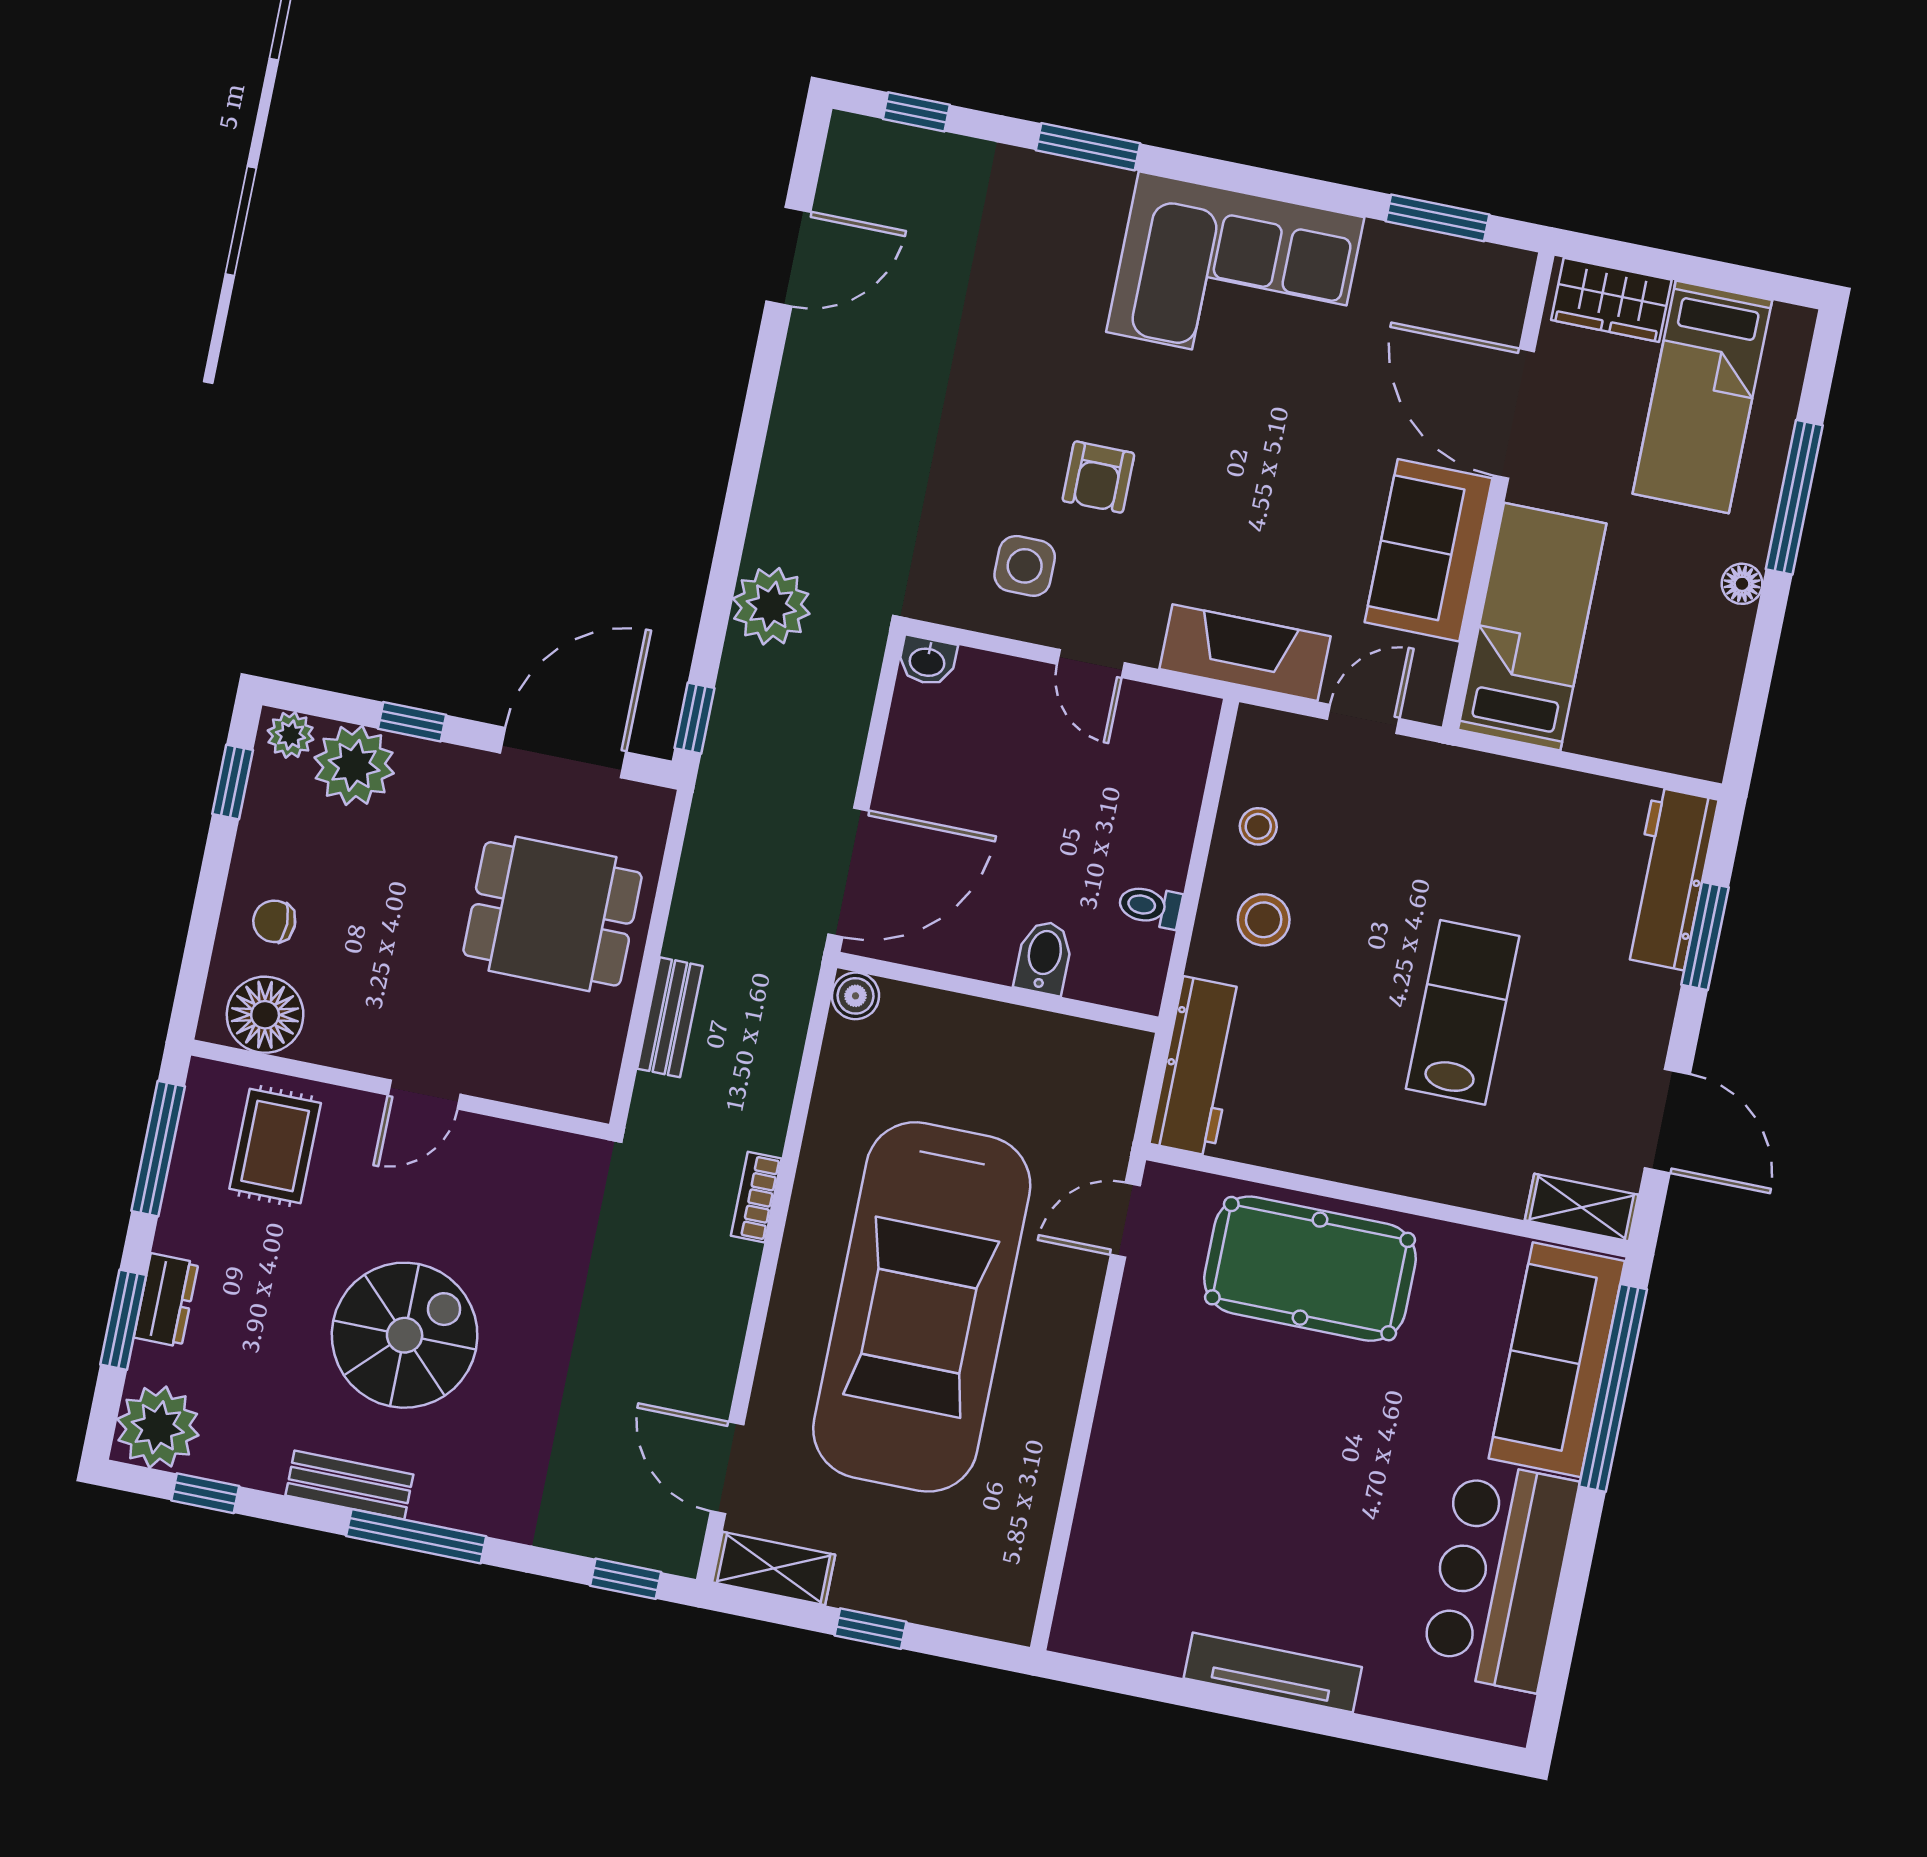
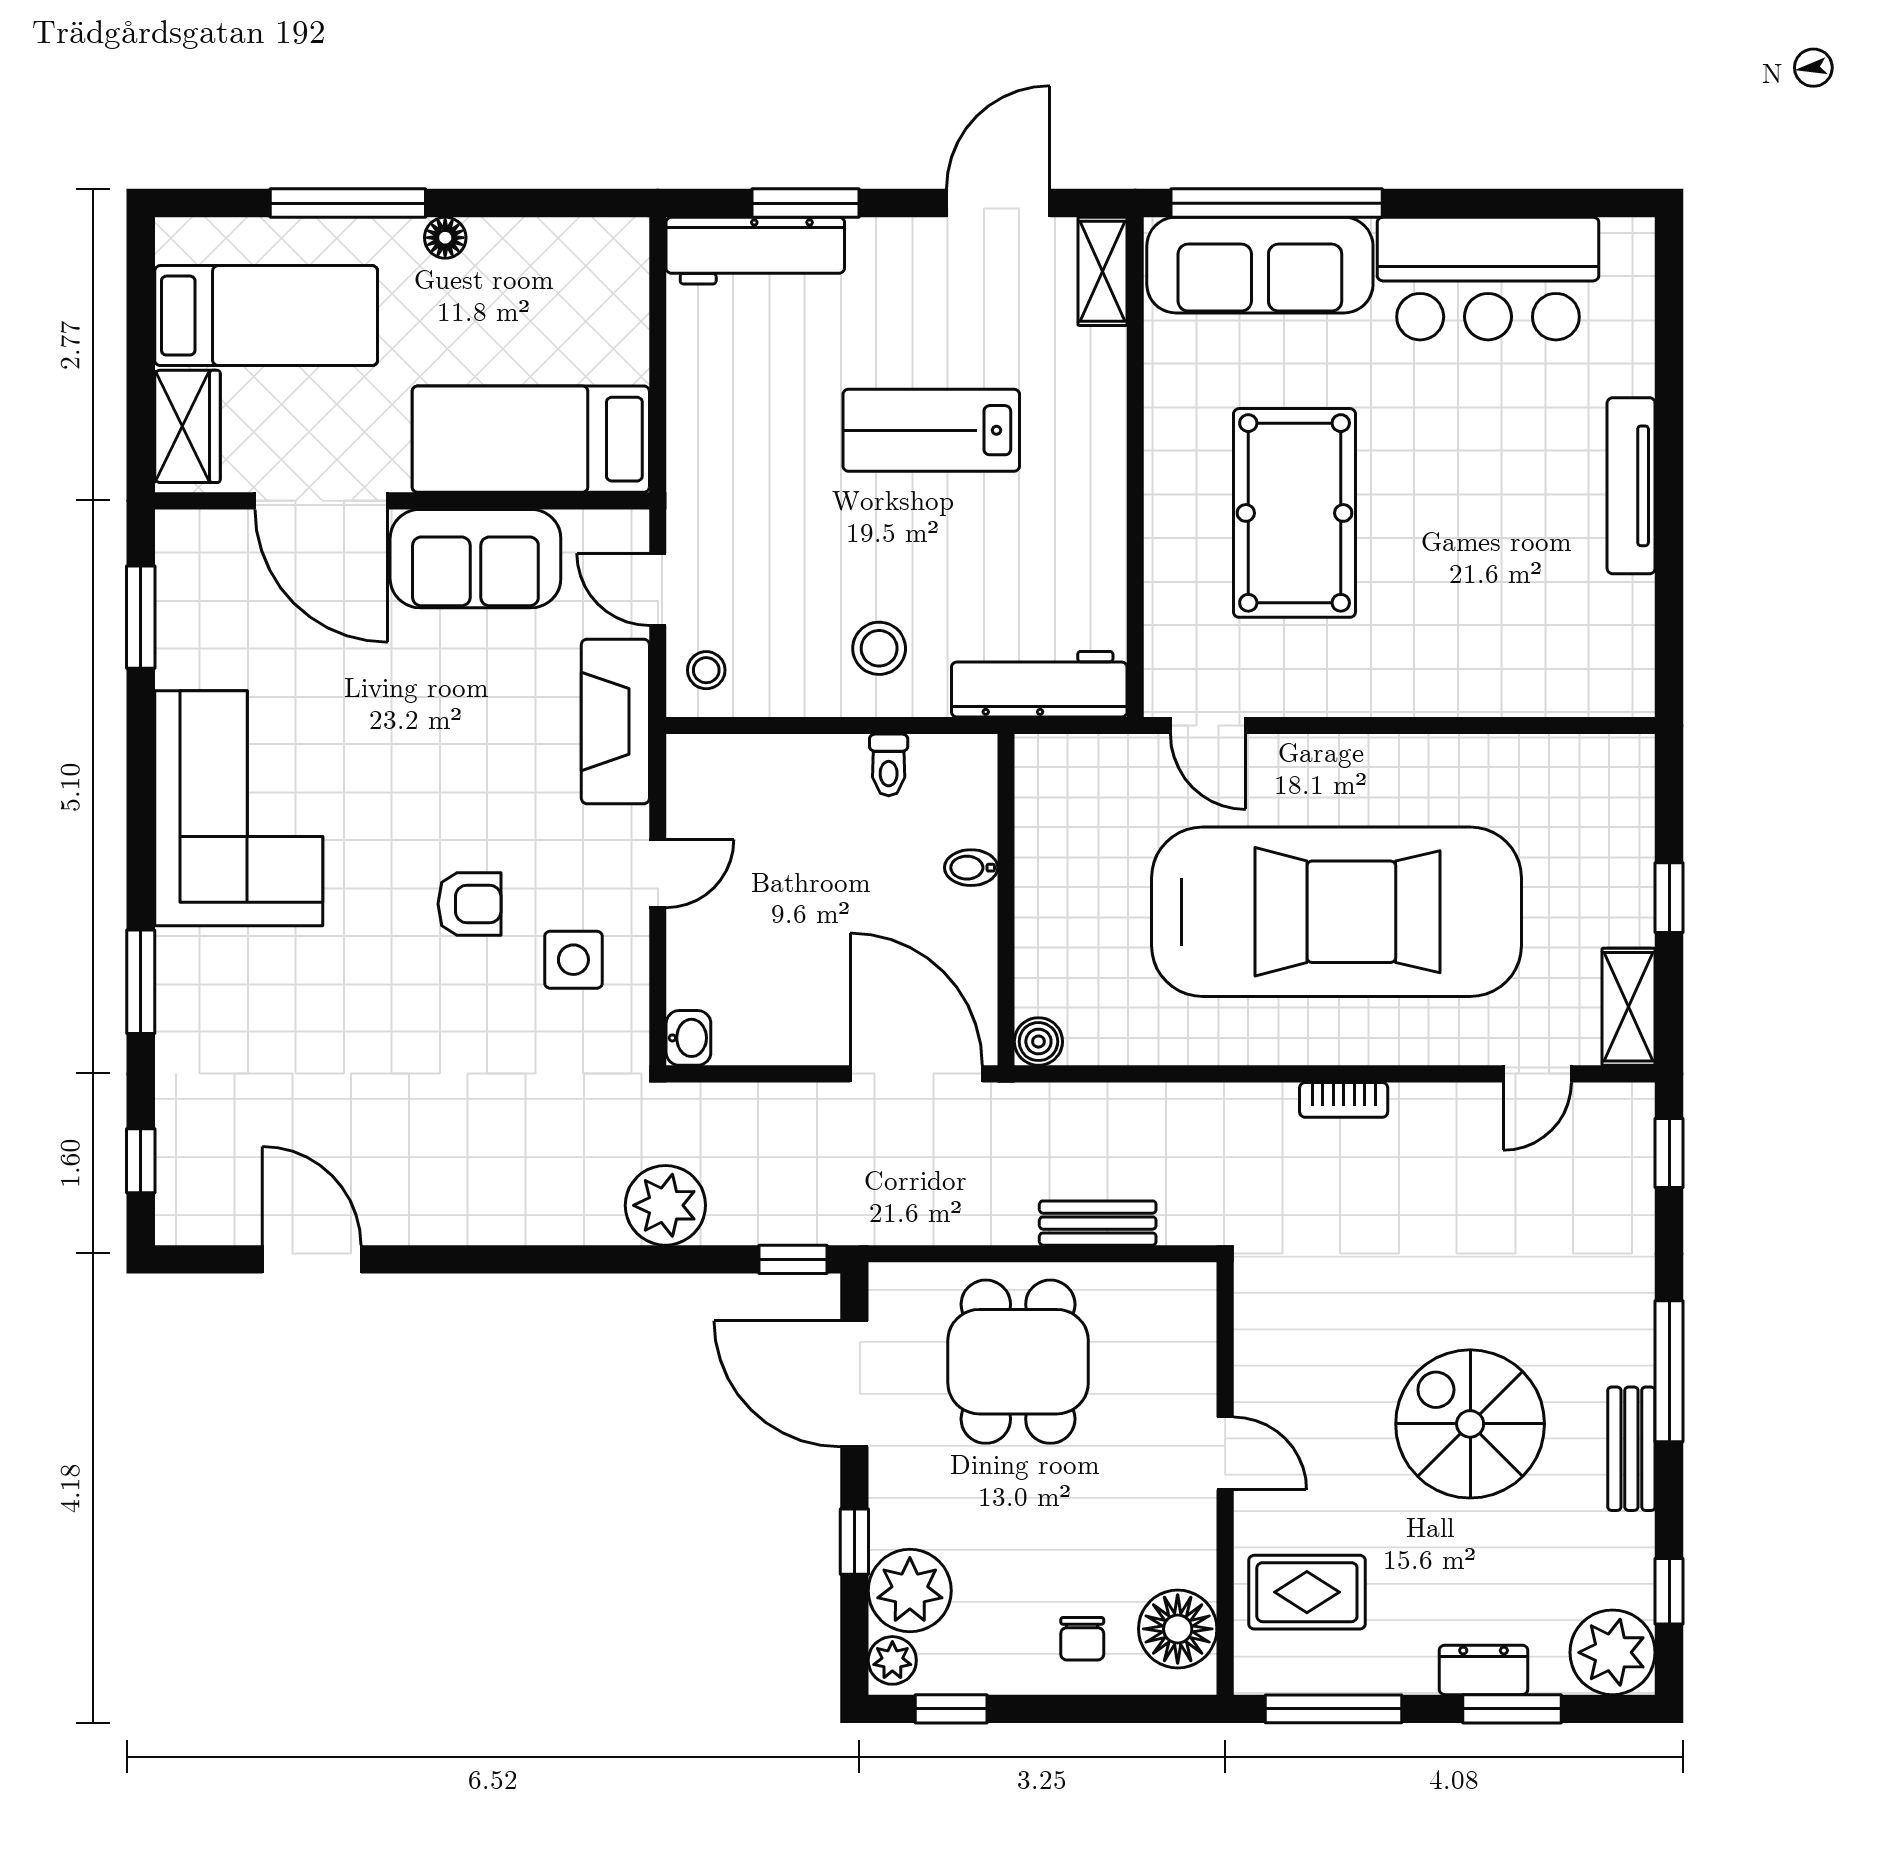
door: (1514, 414) -> (321, 501), hinge flipped
stool: (1258, 826) -> (706, 670), moved
bidet: (1044, 957) -> (971, 868), width x0.72, depth x0.74
bookcase: (756, 1197) -> (1344, 1100), moved
pool table: (1310, 1269) -> (1295, 513), moved
door: (727, 1468) -> (1537, 1074), width x0.73

